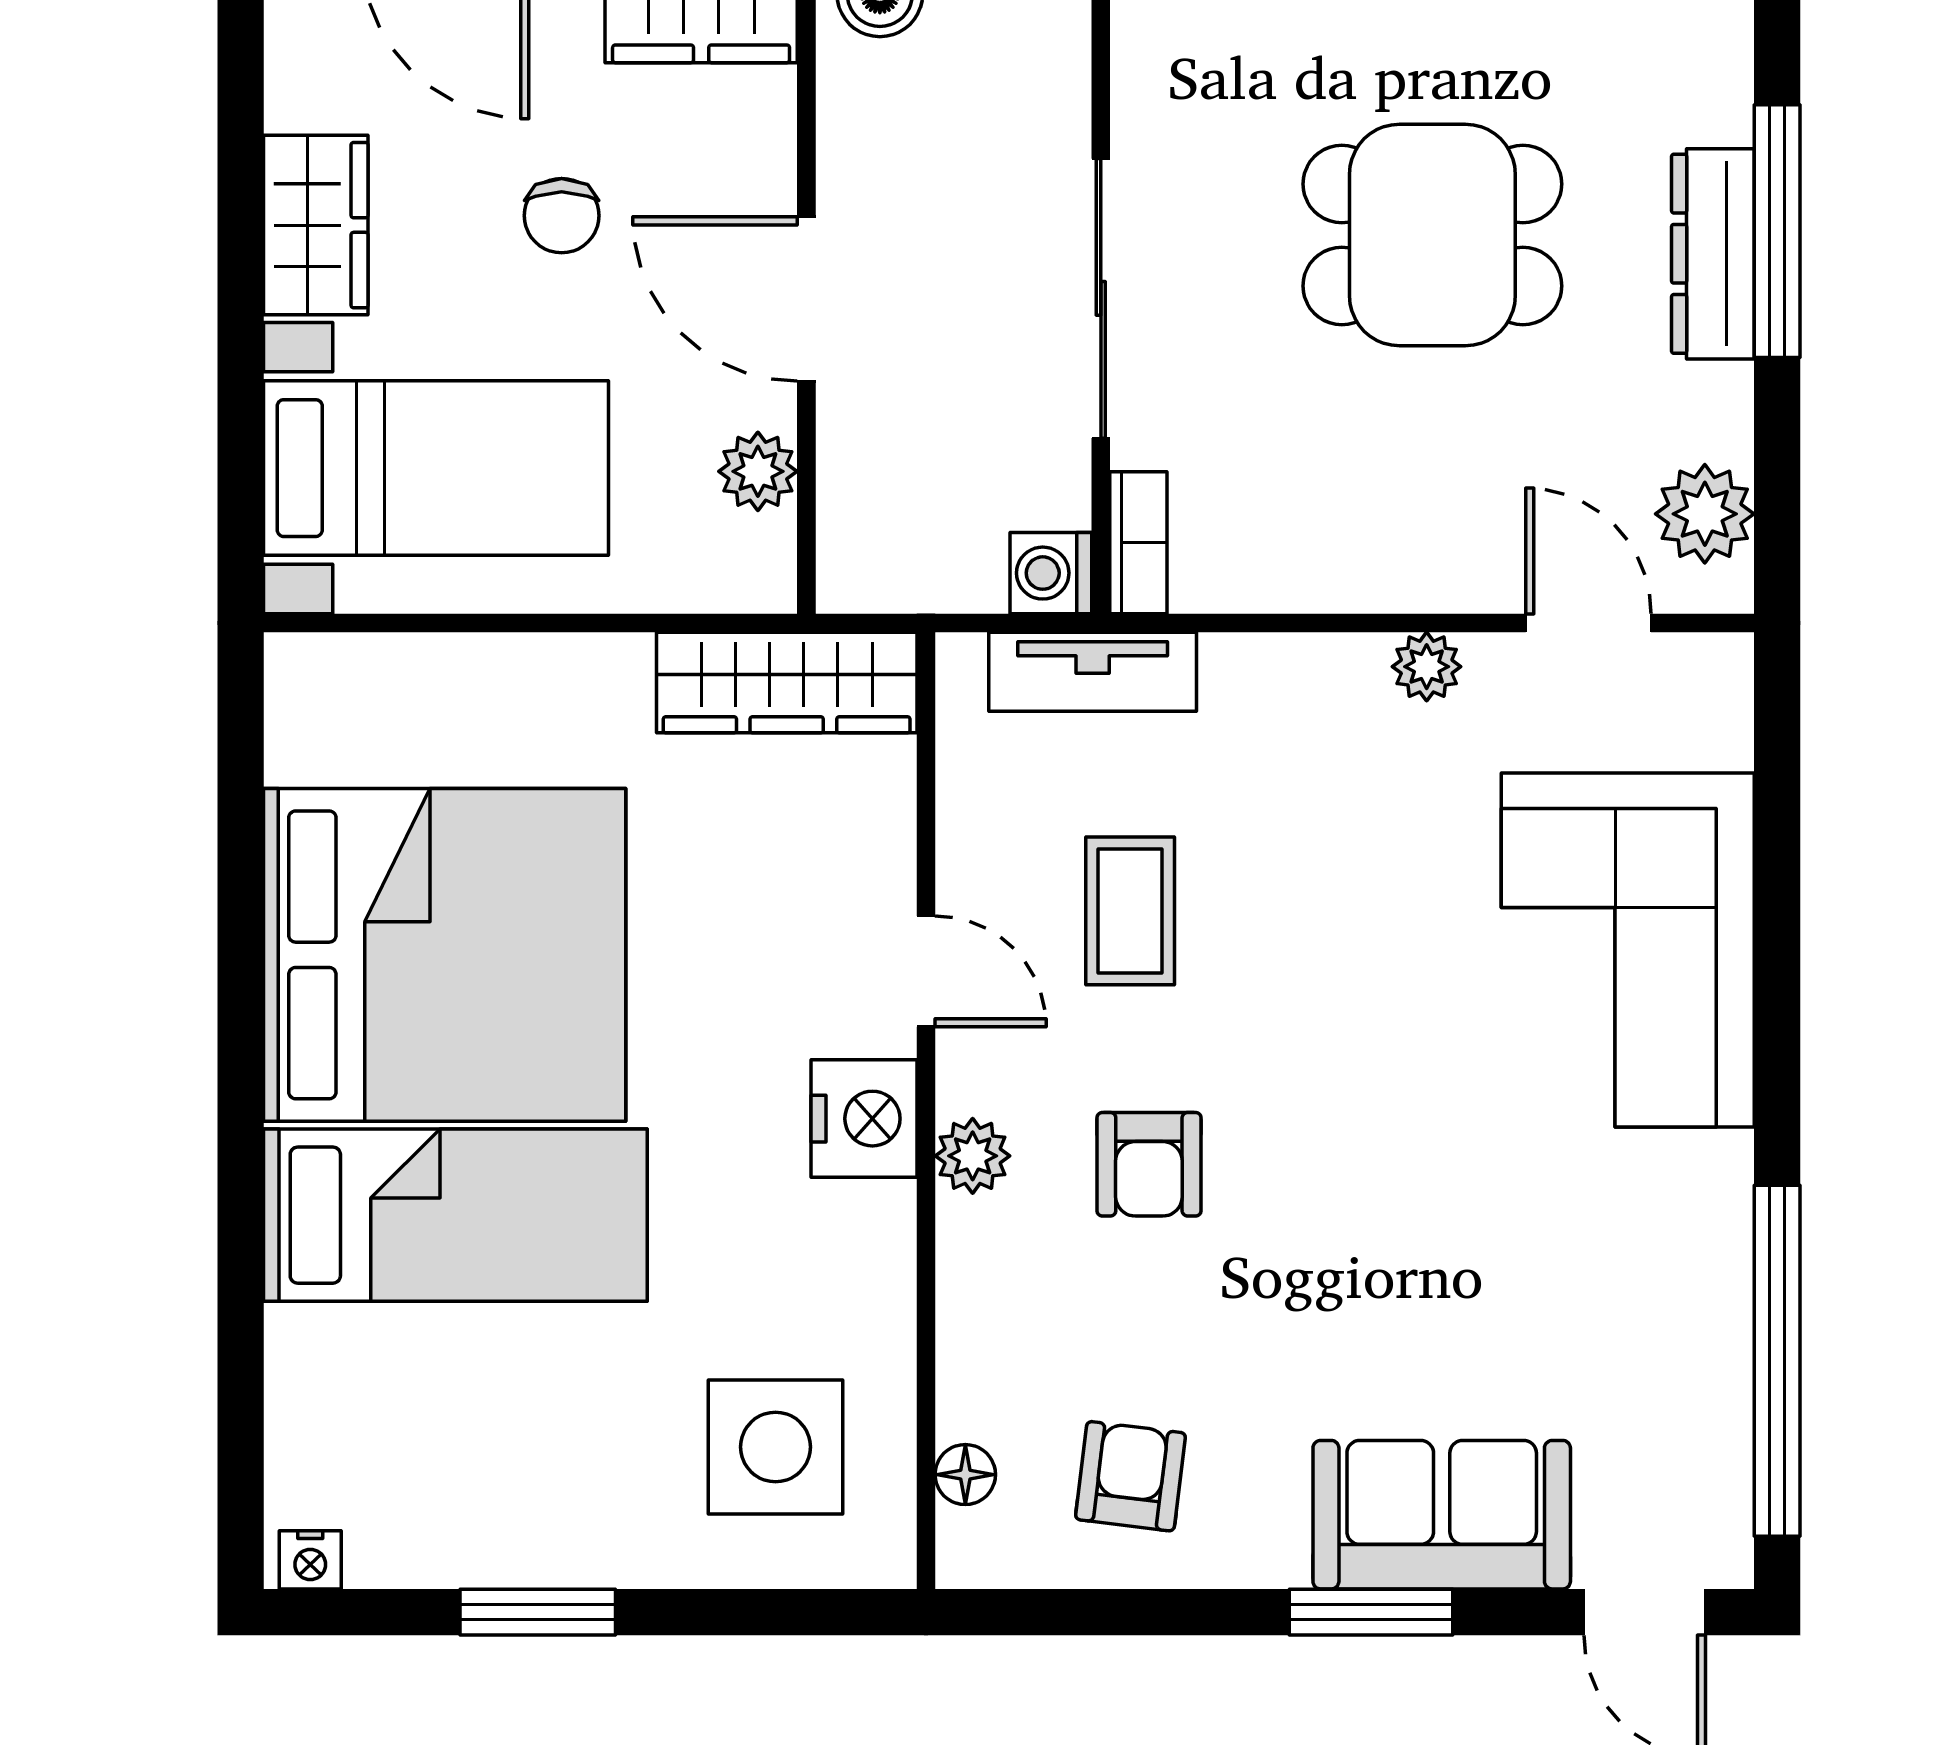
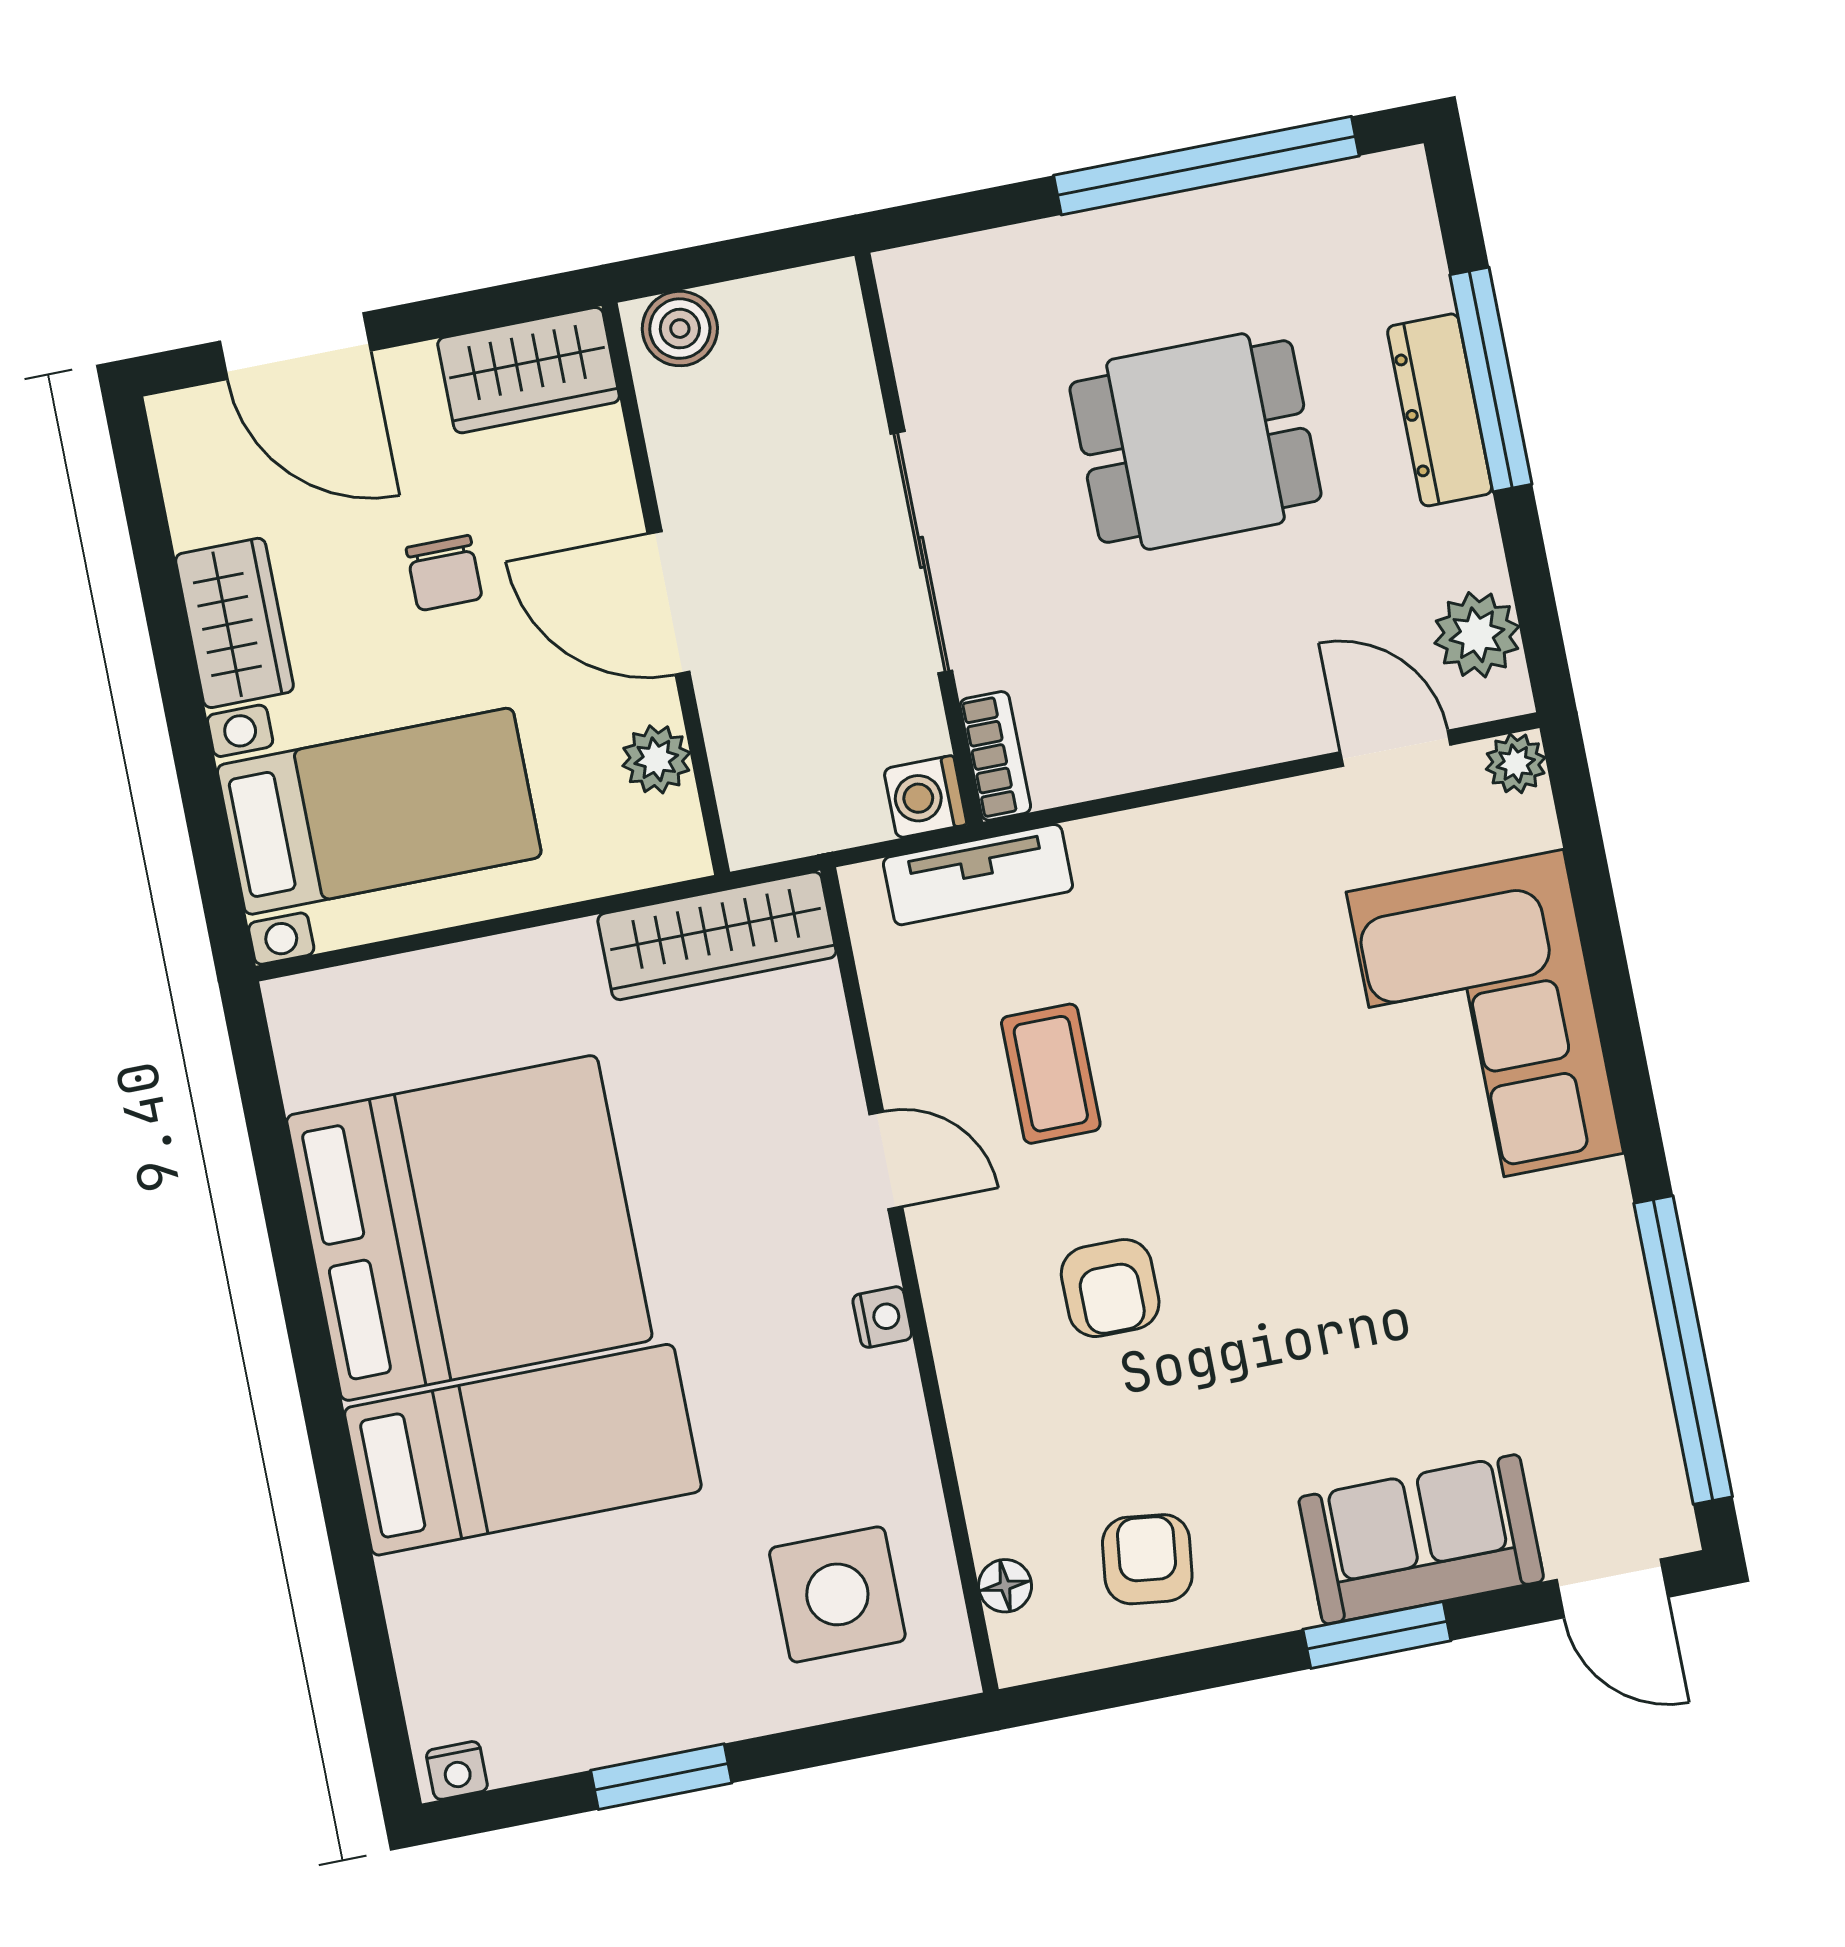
plant: (1427, 667) -> (1516, 763), moved
nightstand: (864, 1119) -> (882, 1317), width x0.53, depth x0.56
plant: (973, 1156) -> (957, 1311), removed

